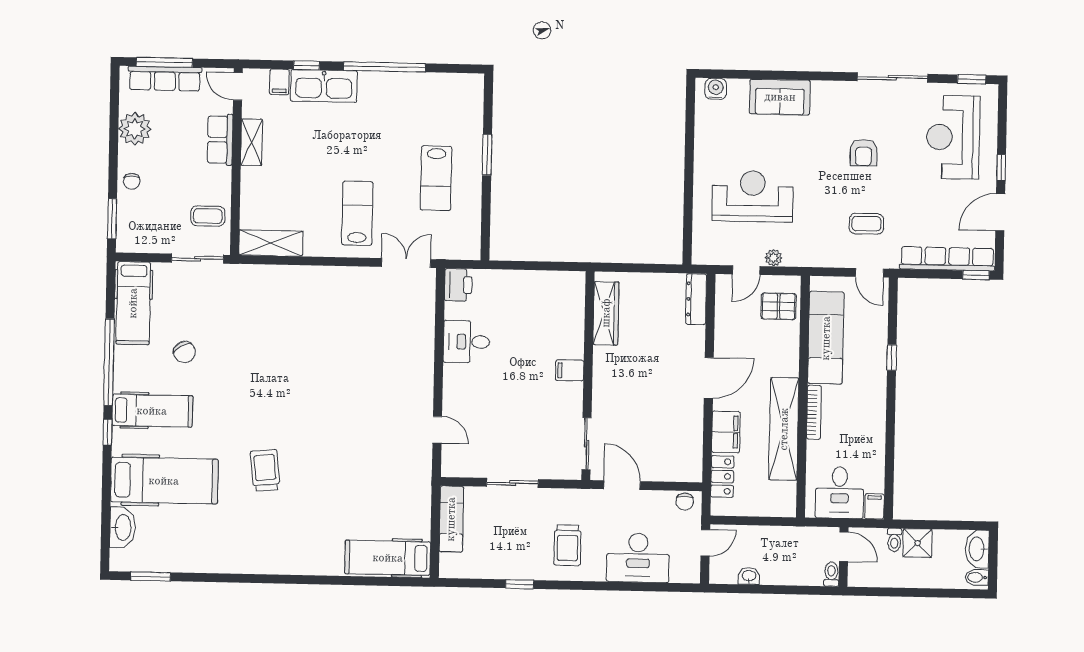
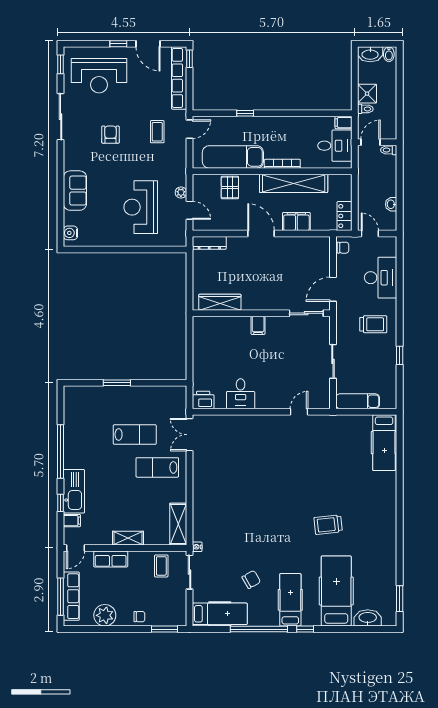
shelving: (252, 142) -> (128, 538), moved
armchair: (864, 153) -> (110, 135), turned -90
lab bench: (436, 178) -> (135, 435), moved
nightstand: (236, 271) -> (197, 547), added
pallet: (779, 306) -> (230, 187), moved
locker: (722, 476) -> (344, 216), moved, turned -90

